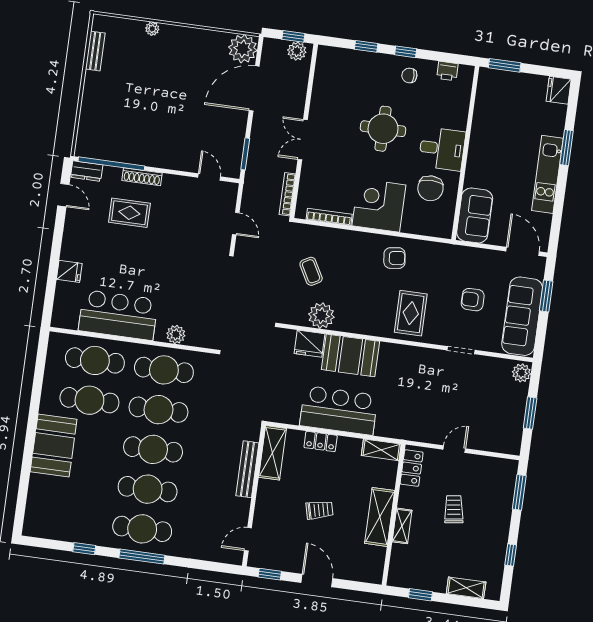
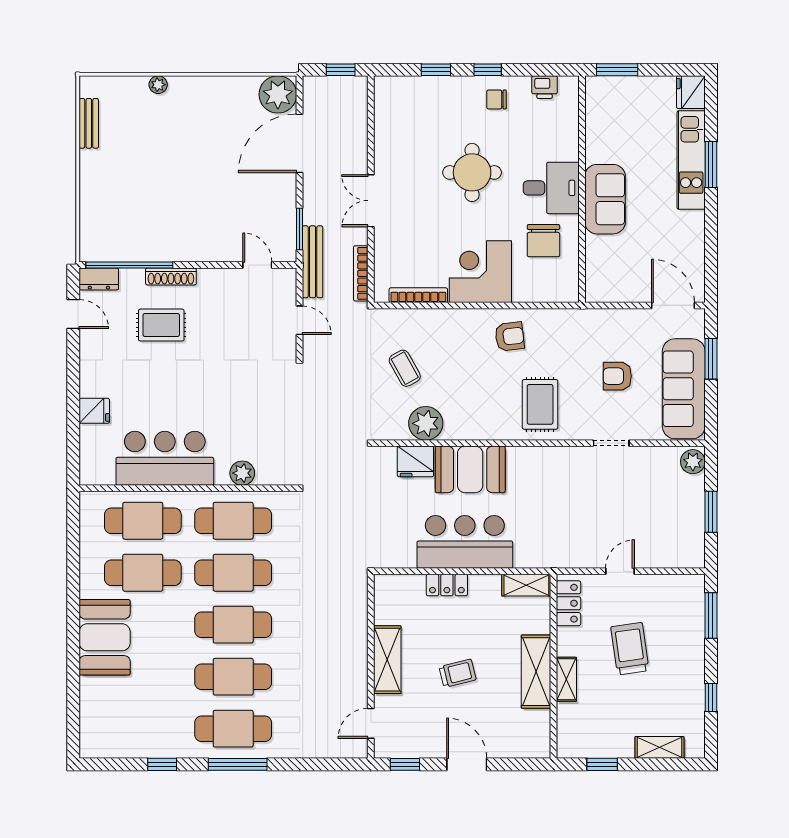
plant: (297, 51) -> (348, 88), removed
kitchen unit: (547, 174) -> (691, 160), moved
sofa: (475, 215) -> (605, 199), moved
shelving: (273, 453) -> (387, 660), moved
bench: (247, 469) -> (313, 262), moved
trolley: (454, 509) -> (630, 649), width x1.36, depth x1.39

